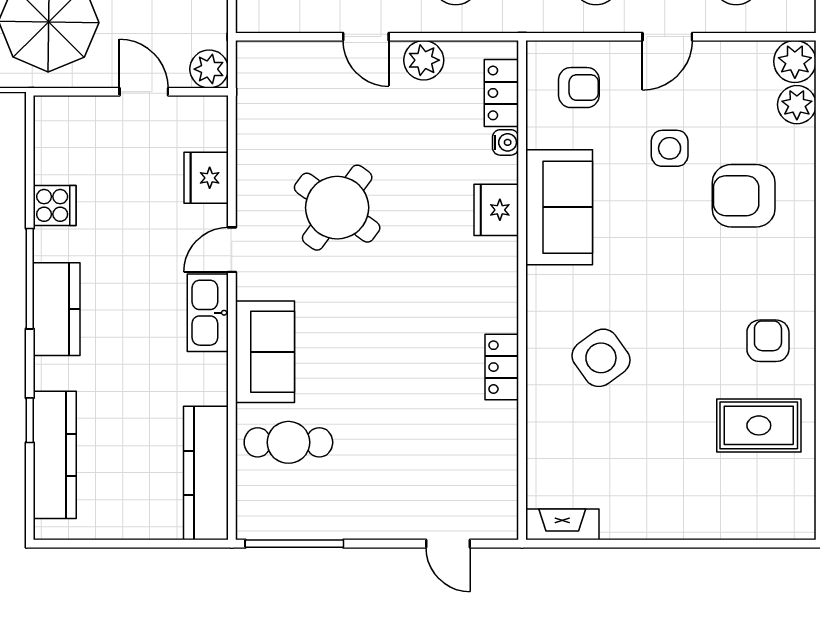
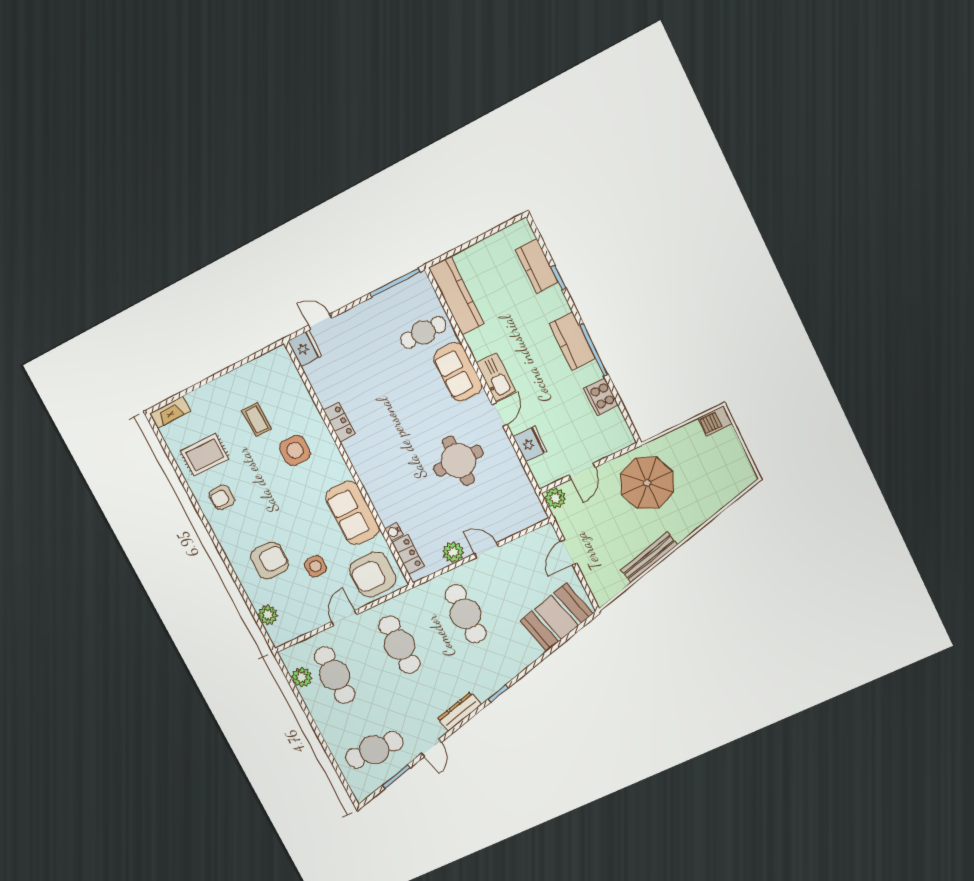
plant: (795, 61) -> (279, 634), removed
armchair: (579, 88) -> (373, 574), width x1.88, depth x1.88
door: (144, 92) -> (582, 471), hinge flipped
cooker: (55, 205) -> (601, 397), width x1.36
round table: (337, 208) -> (458, 461), turned -36
fridge: (496, 210) -> (305, 348), moved
armchair: (768, 341) -> (222, 497), turned 90
side table: (601, 358) -> (295, 450), turned 36
coffee table: (638, 440) -> (257, 420), added
kitchen counter: (55, 455) -> (537, 266), width x0.67
fireplace: (562, 524) -> (170, 412), moved

